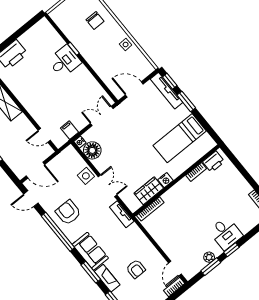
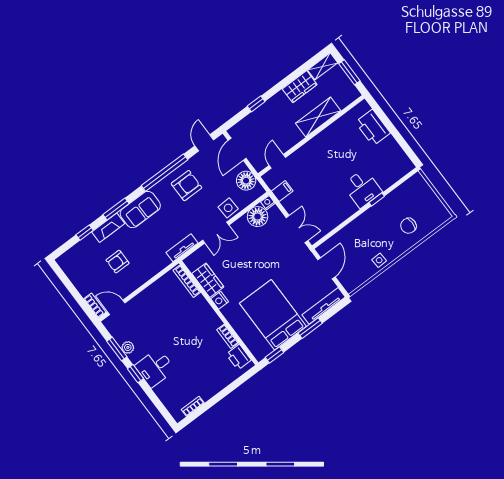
window: (170, 81) -> (275, 355), moved
bed: (180, 138) -> (273, 315), width x1.50
floor lamp: (62, 161) -> (246, 181), added

